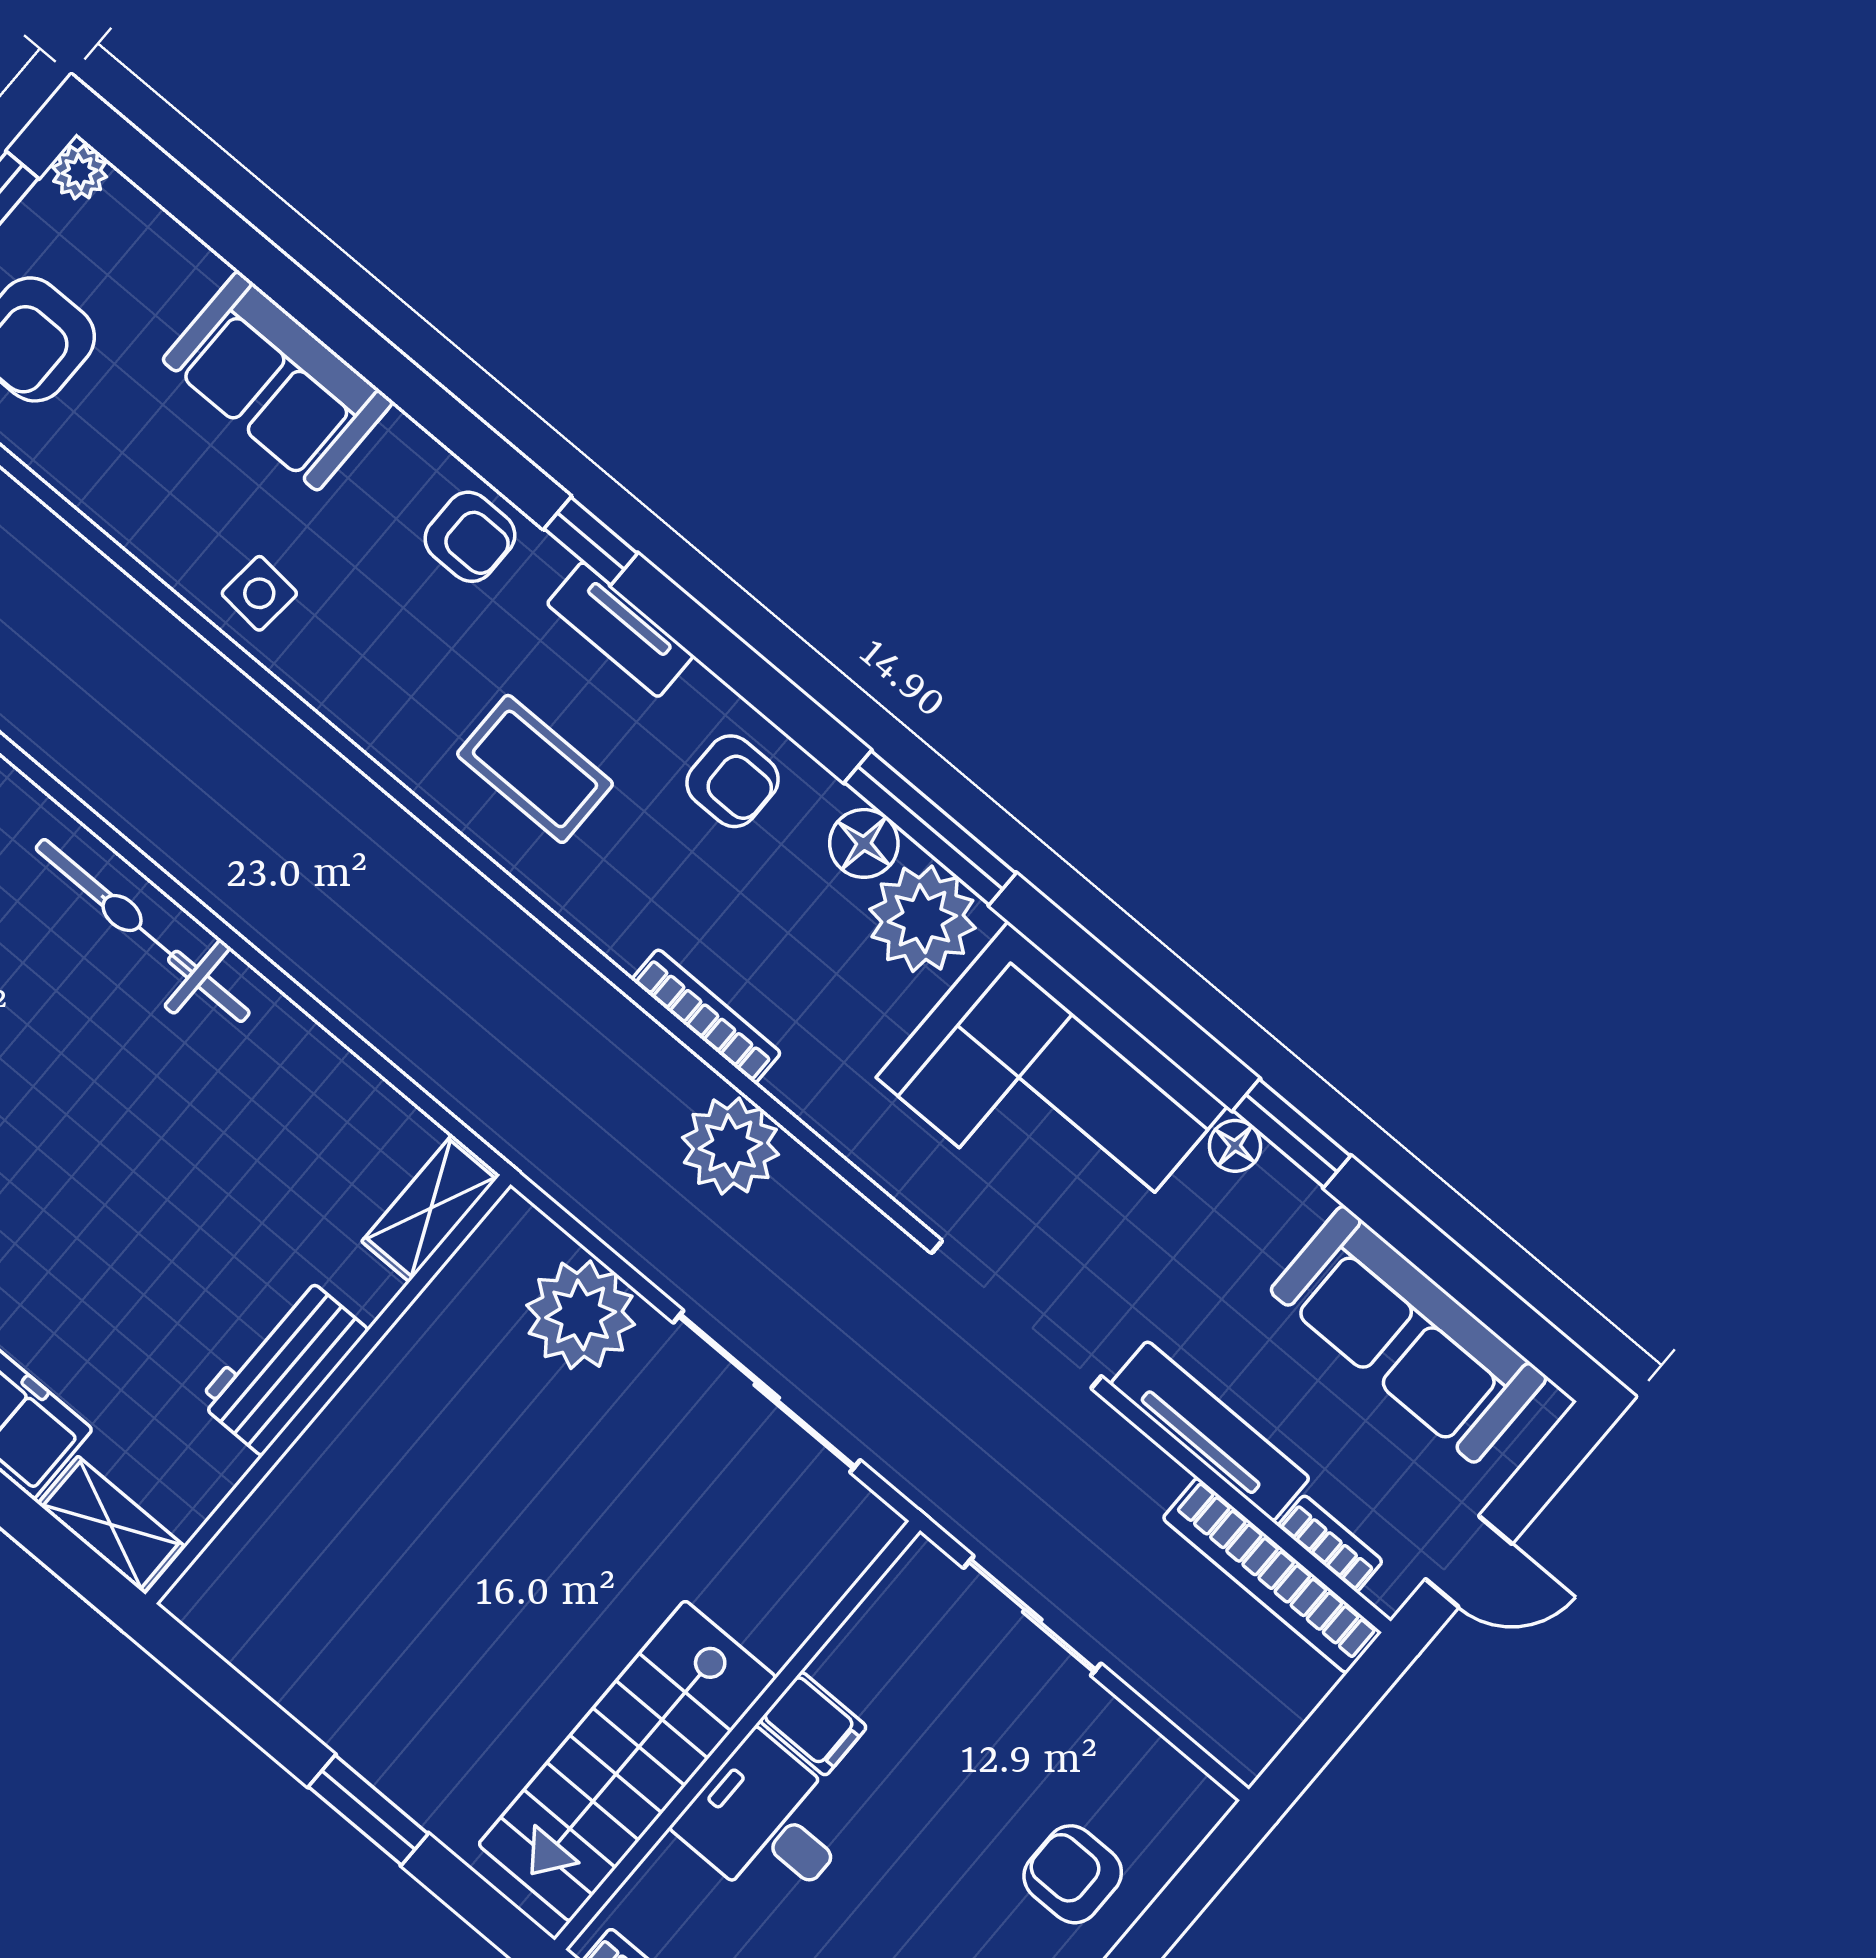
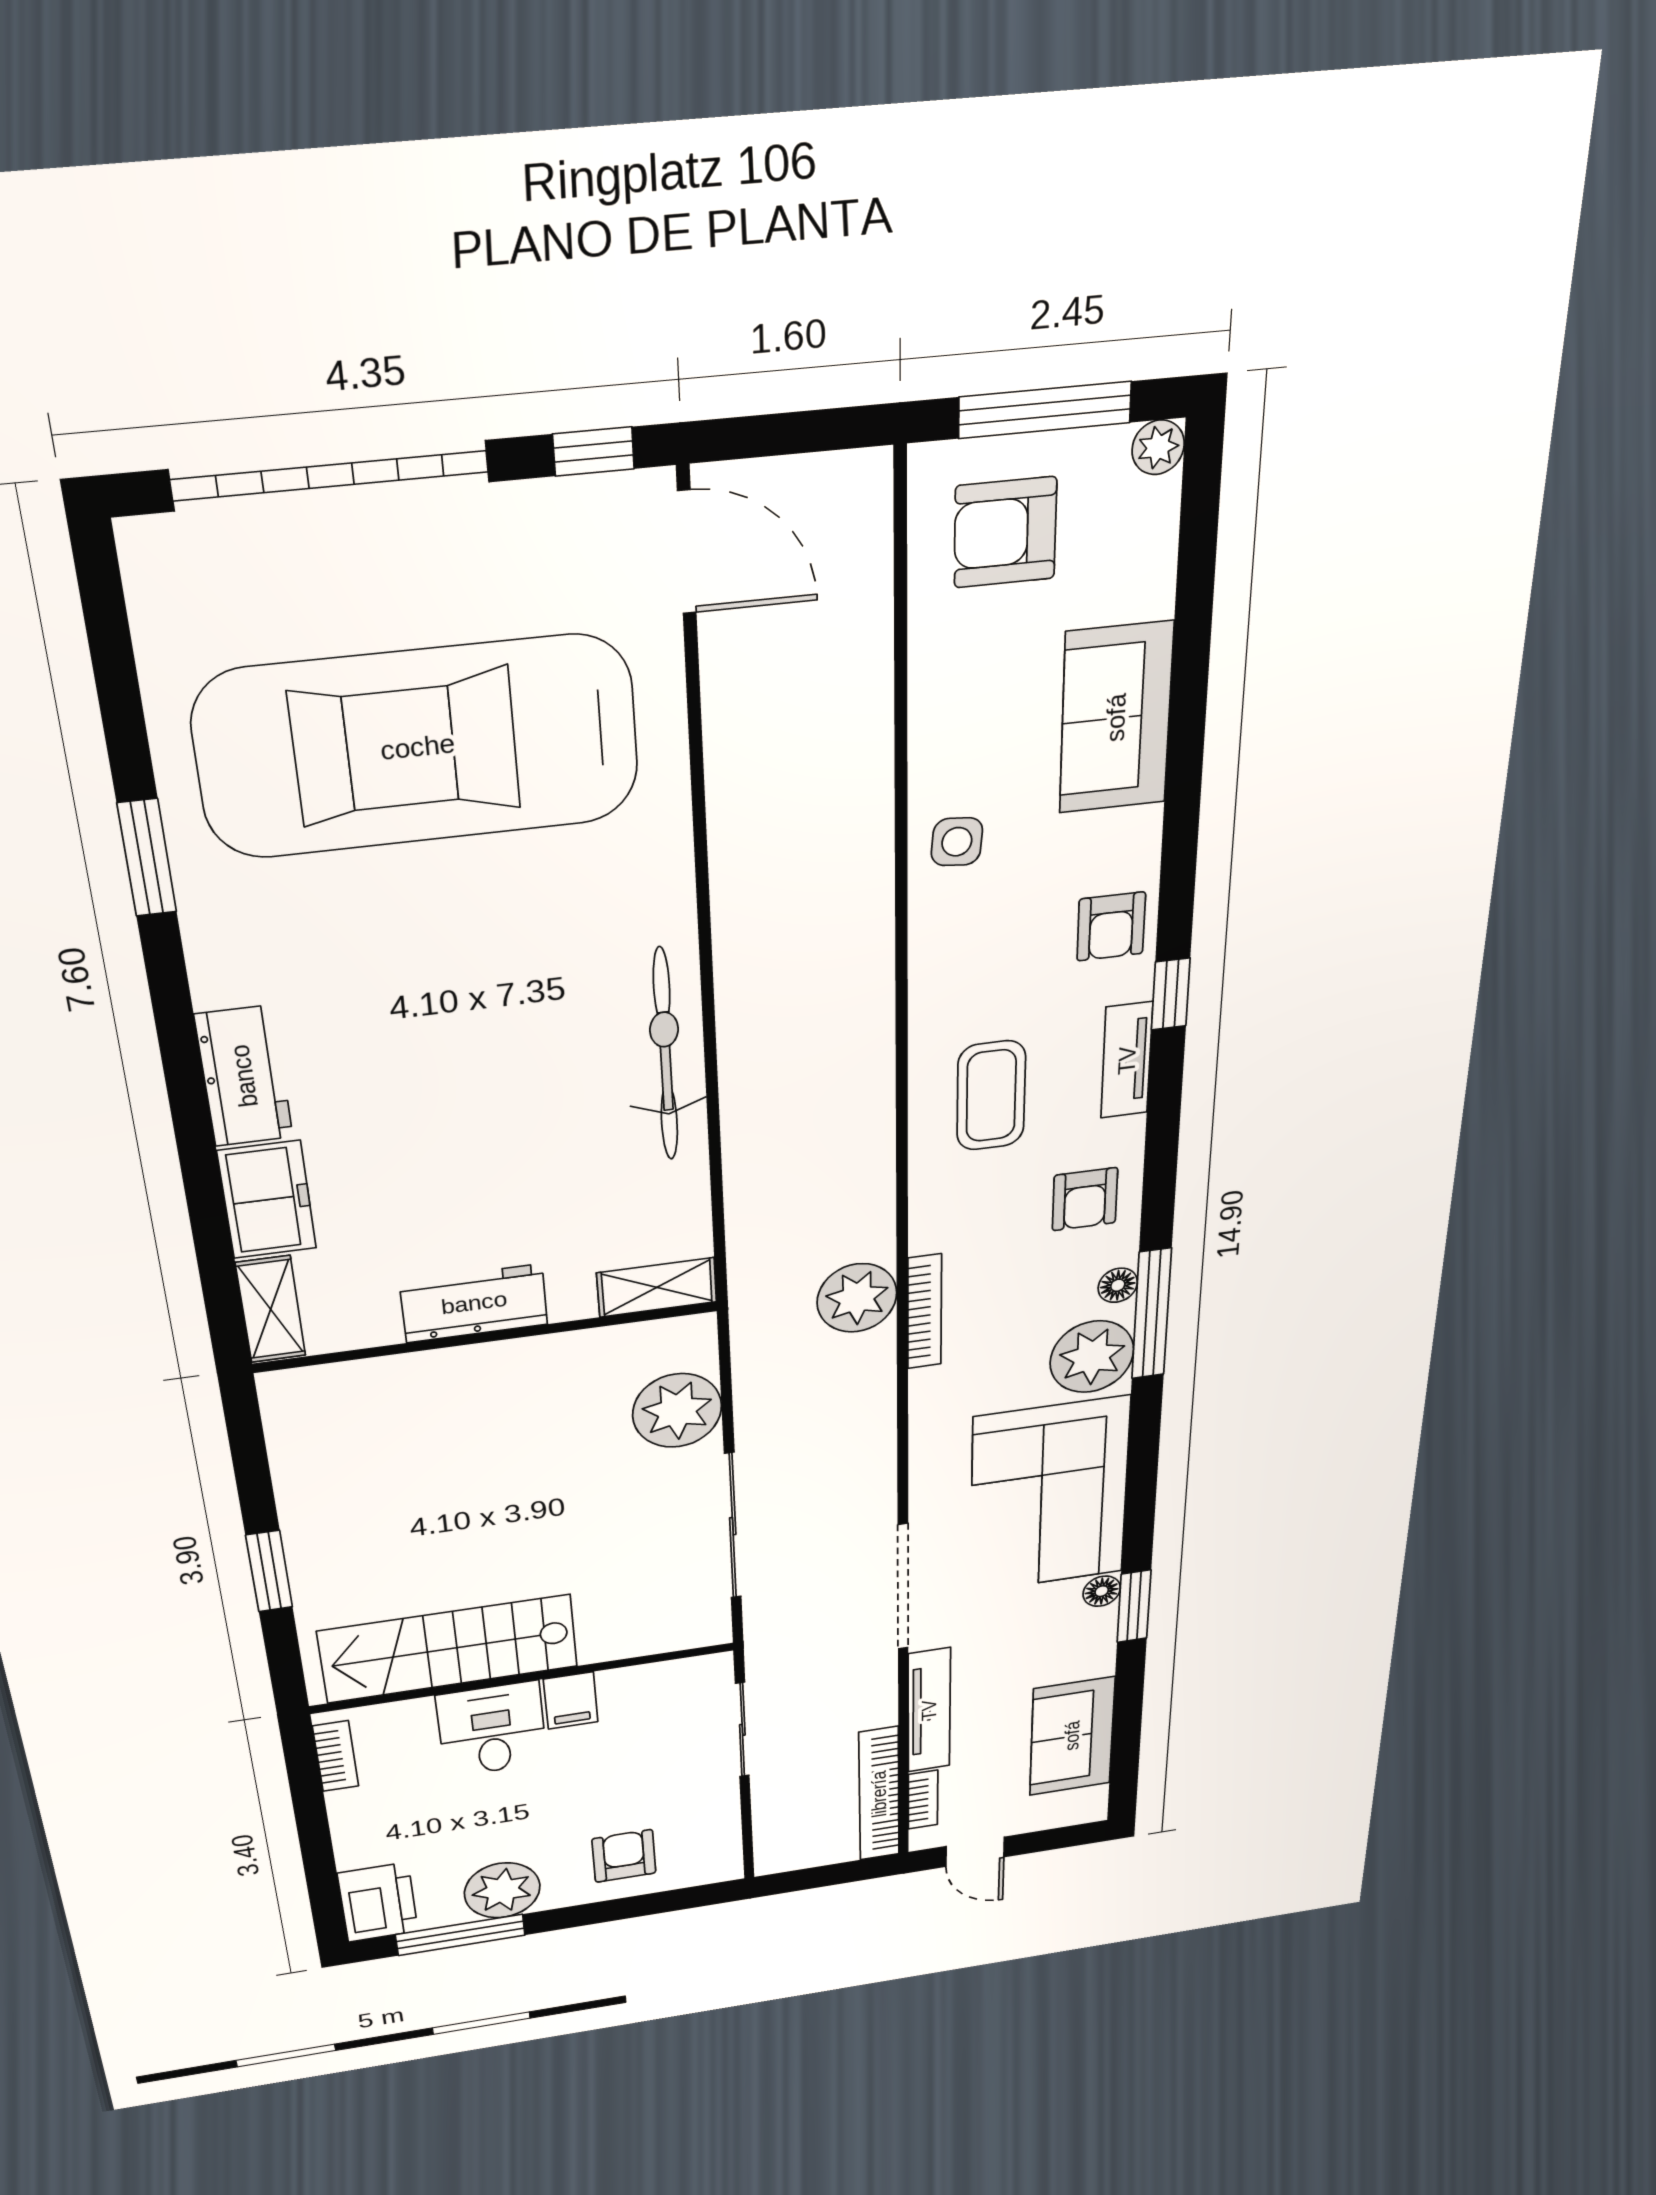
floor lamp: (864, 843) -> (1118, 1285), width x0.73, depth x0.73
bicycle: (143, 930) -> (666, 1055), moved
plant: (730, 1146) -> (857, 1298), moved
sofa: (1409, 1334) -> (1072, 1736), width x0.73

